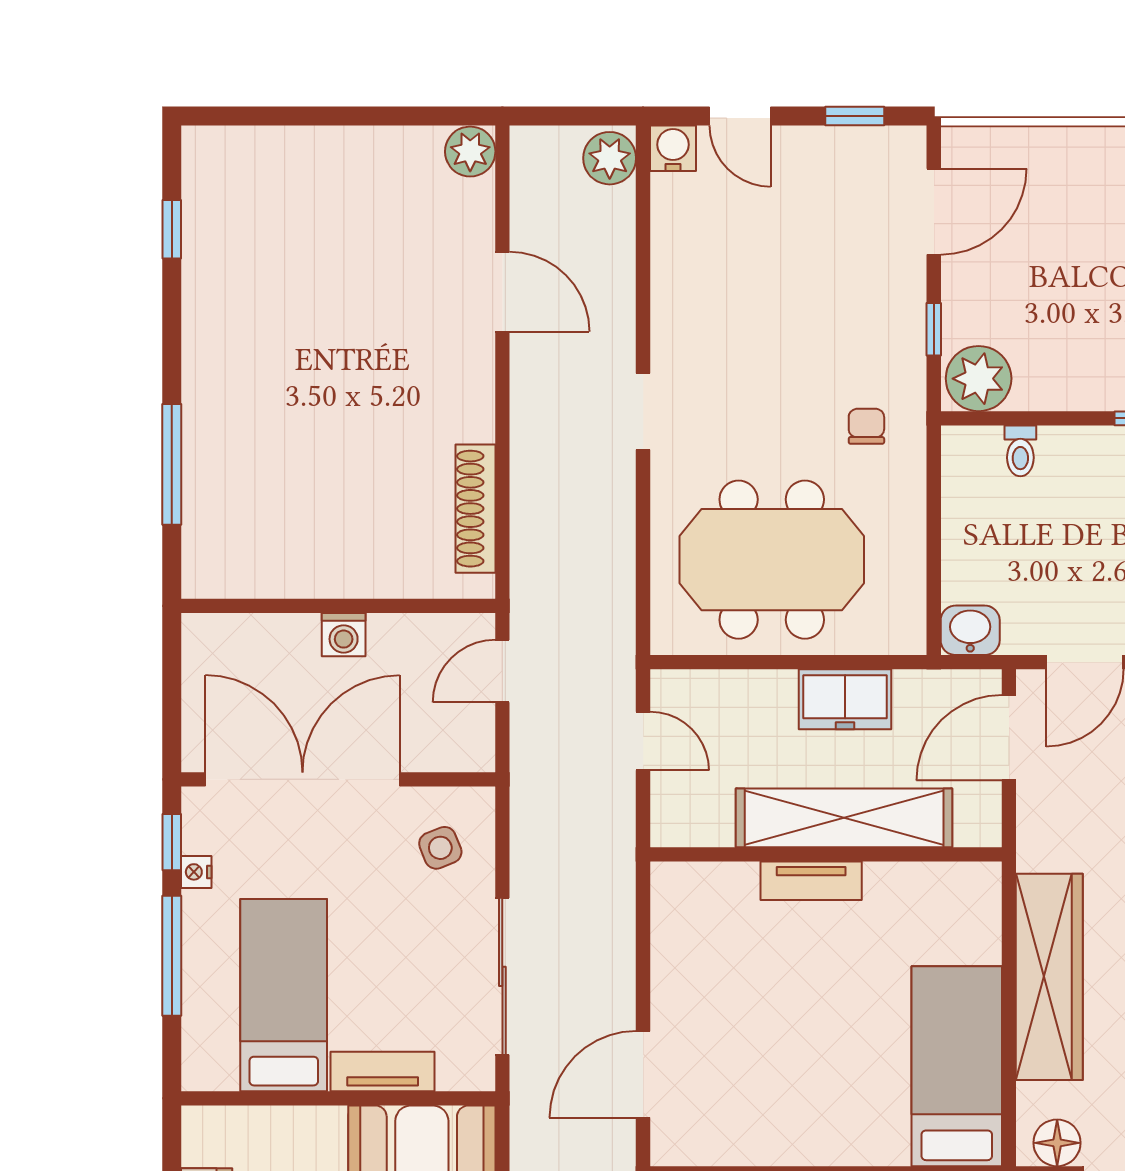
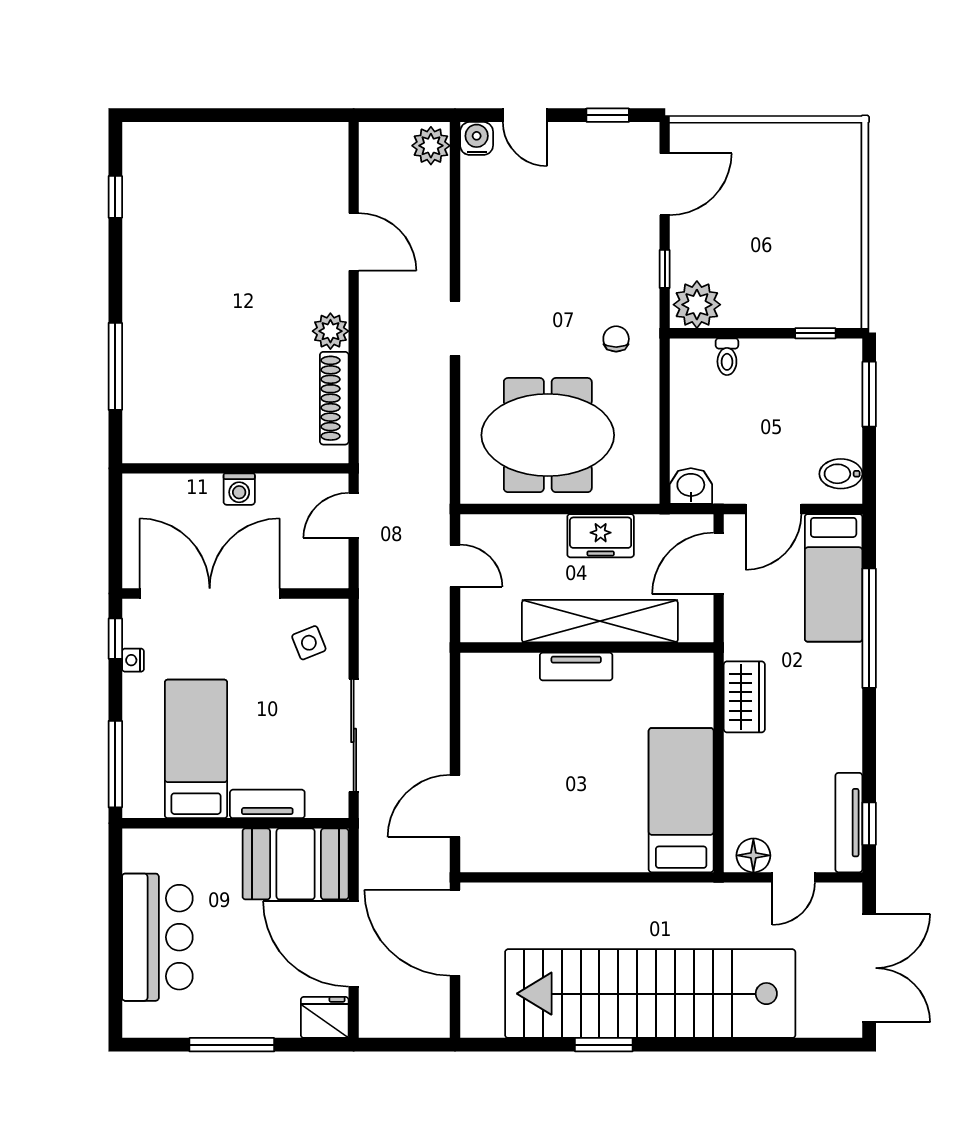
plant: (470, 152) -> (330, 331), moved
window: (172, 956) -> (115, 764), moved
wardrobe: (1049, 977) -> (744, 697), width x0.48, depth x0.85

